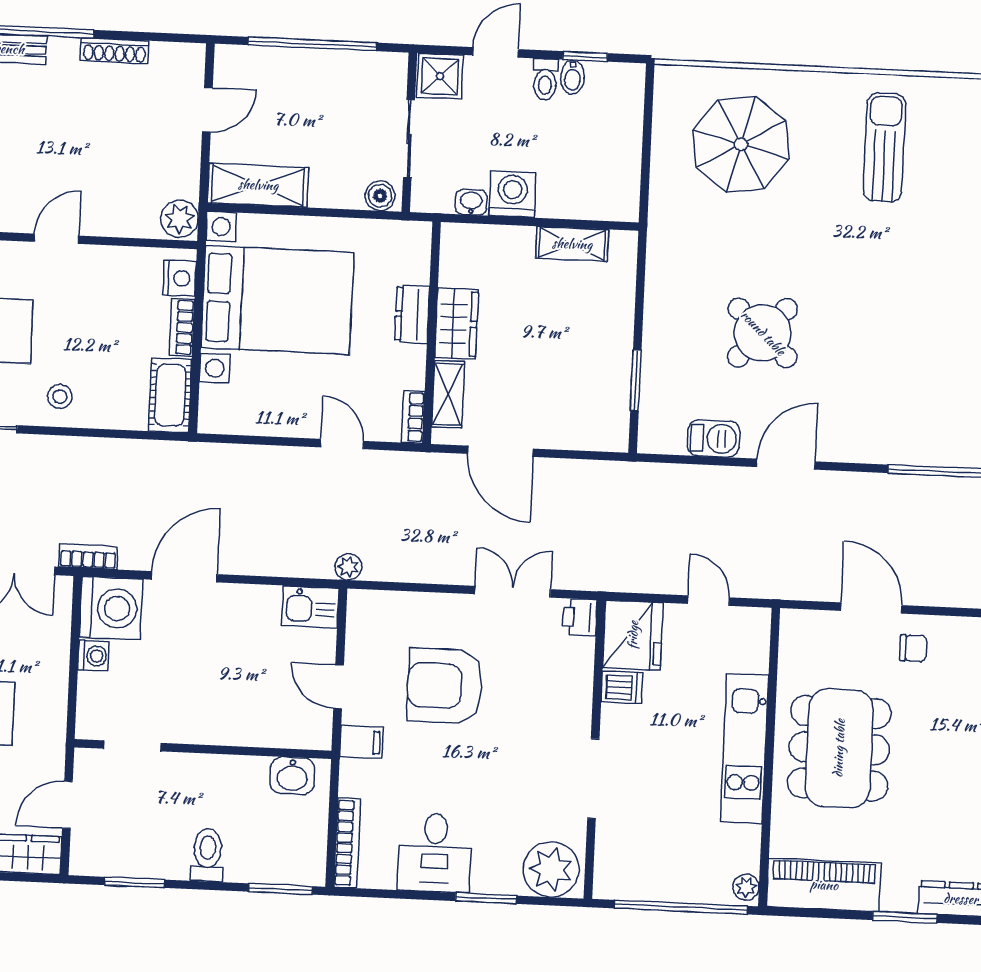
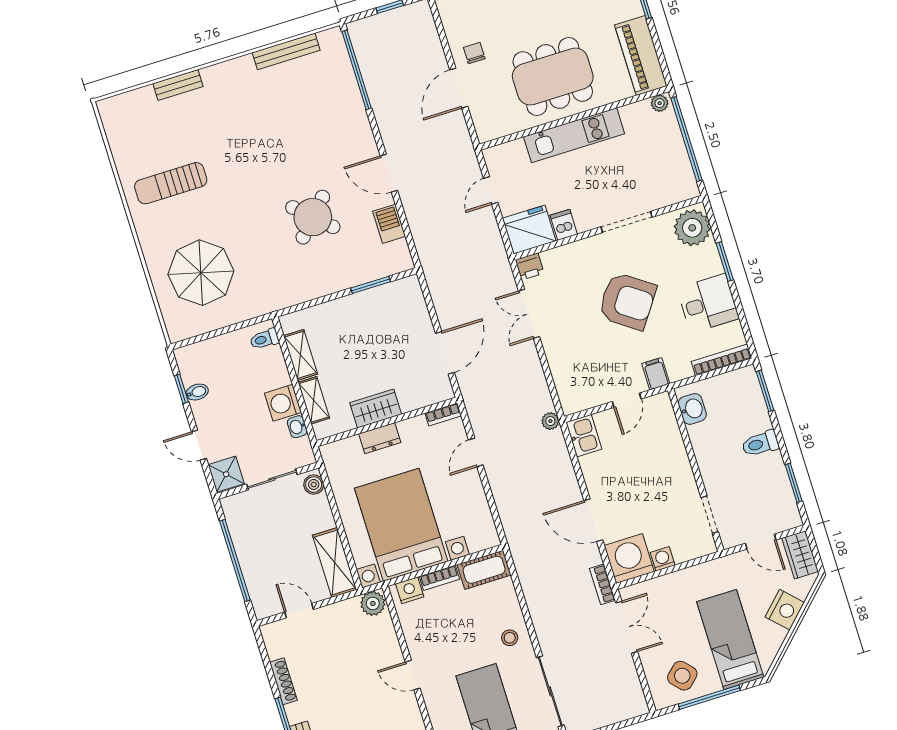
toilet: (545, 79) -> (264, 339), moved, turned 180
shelving: (448, 394) -> (314, 400), moved, turned 90
armchair: (445, 686) -> (627, 301), moved, turned -55

